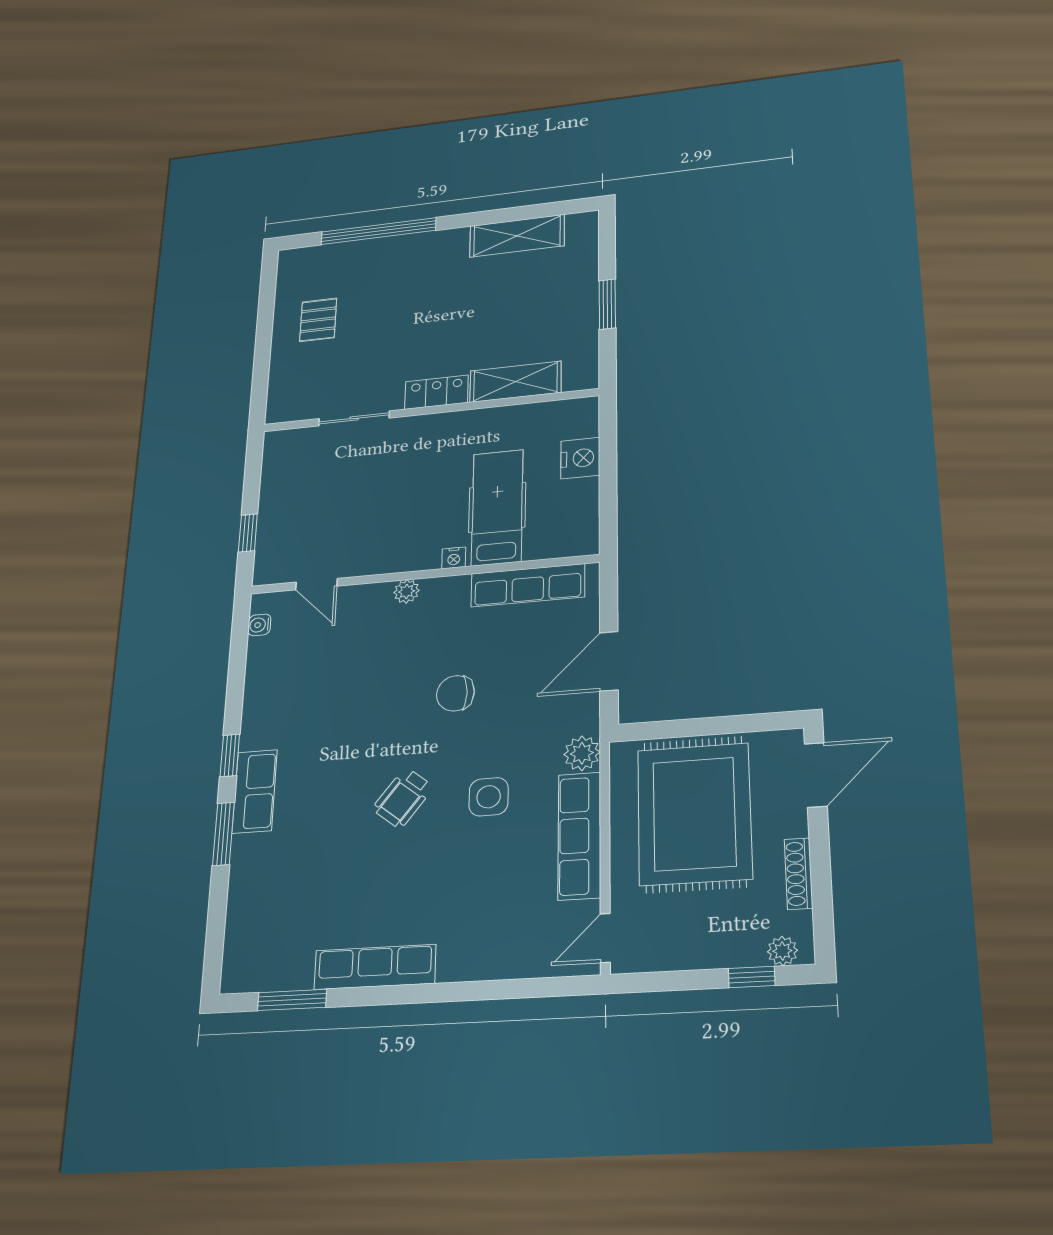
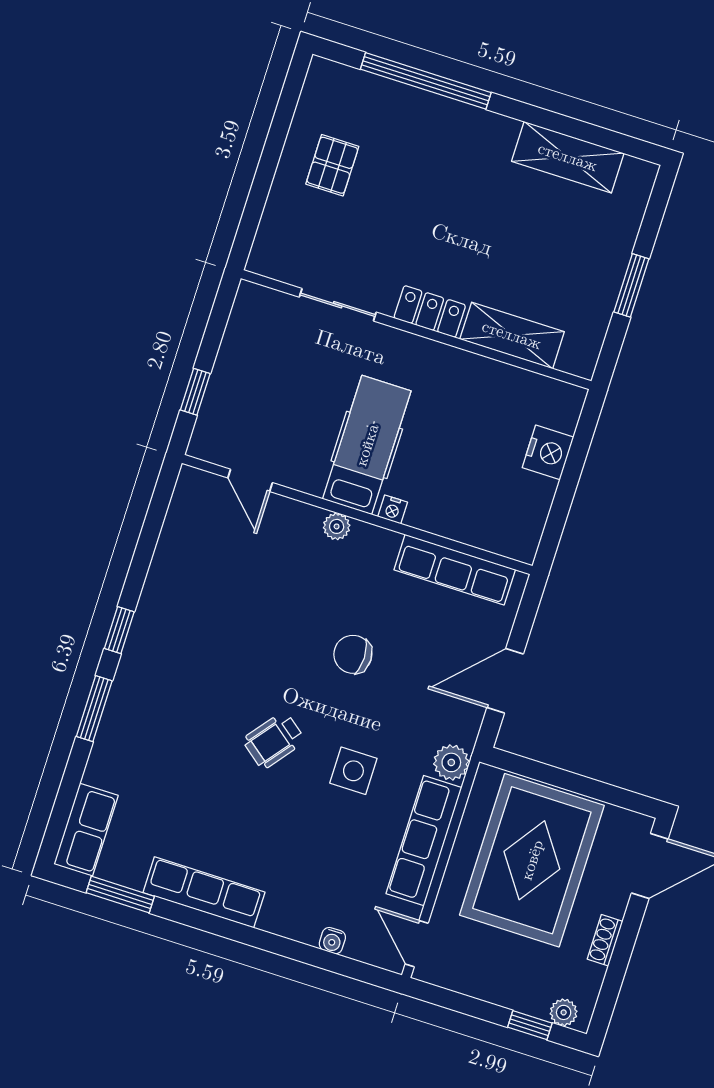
hospital bed: (497, 507) -> (367, 445), moved
water cooler: (259, 625) -> (332, 941), moved, turned -90
row of seats: (255, 791) -> (86, 830), moved
shoe rack: (799, 874) -> (605, 940), width x0.70
door: (605, 938) -> (417, 944), hinge flipped

